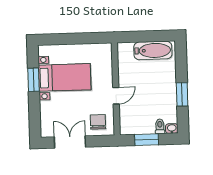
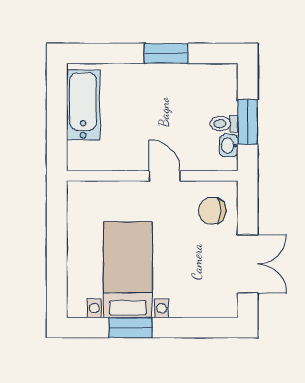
toilet: (160, 126) -> (224, 124), moved
washbasin: (172, 129) -> (229, 146), moved
double door: (70, 142) -> (248, 264), swing flipped

